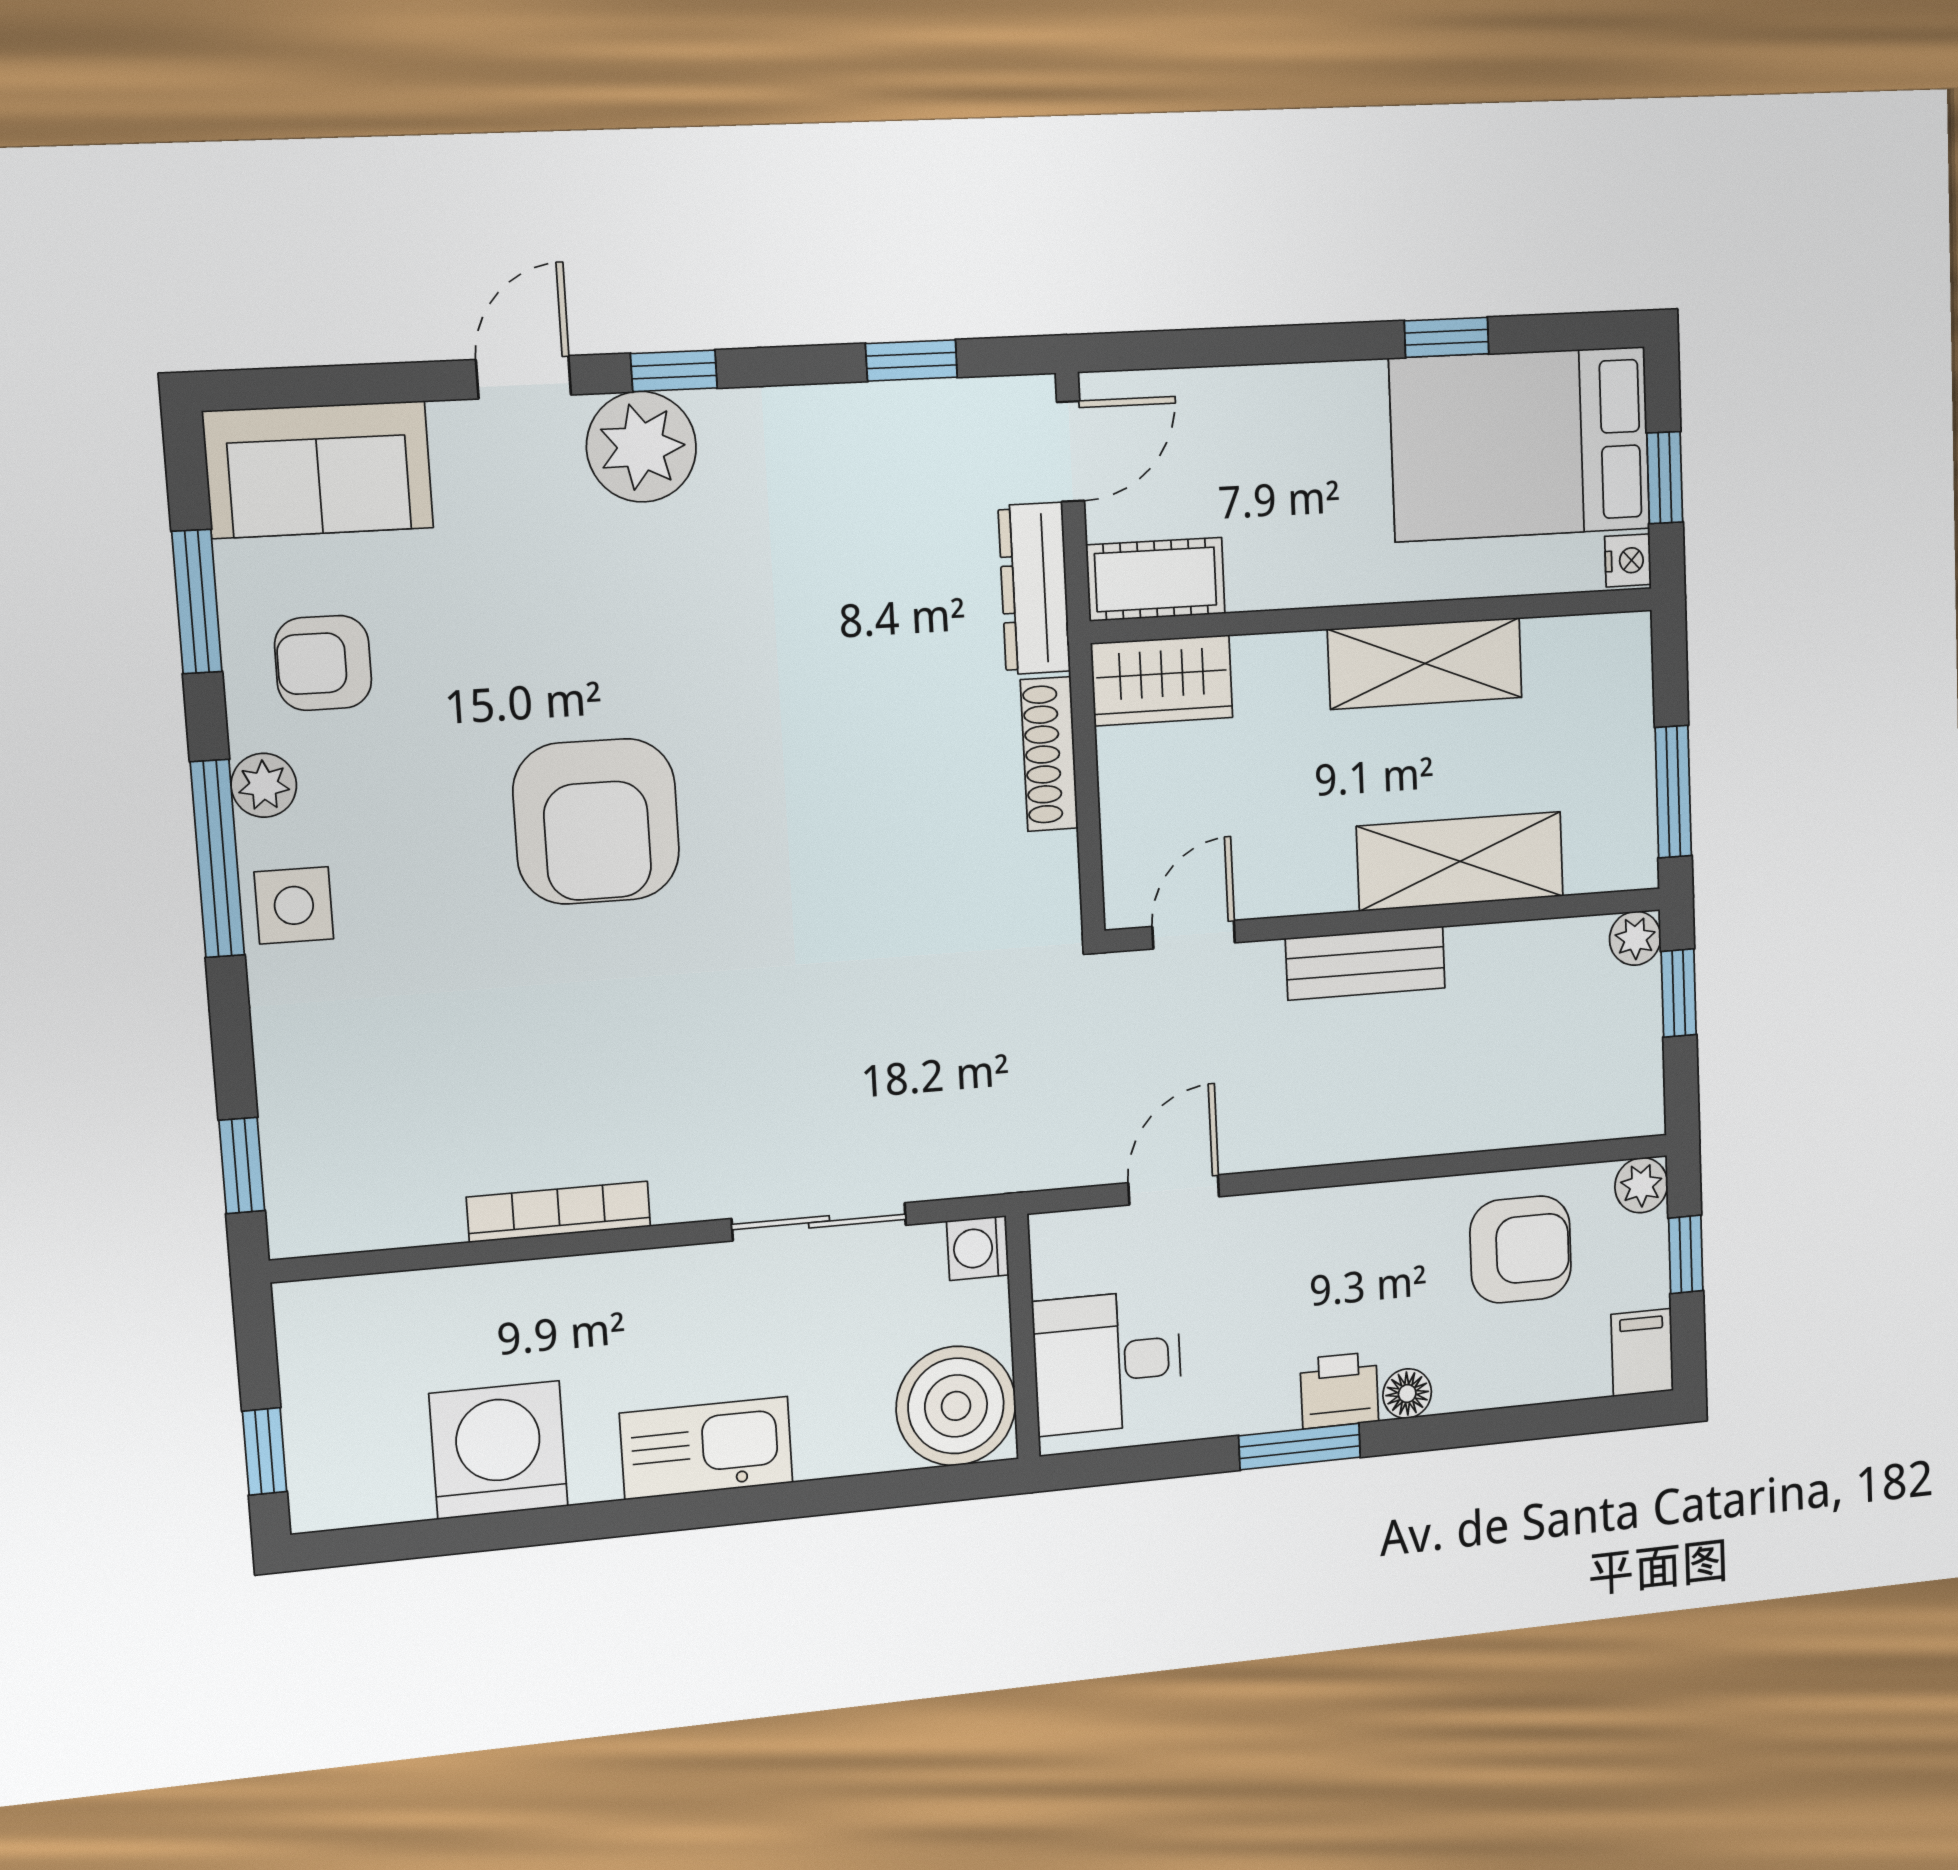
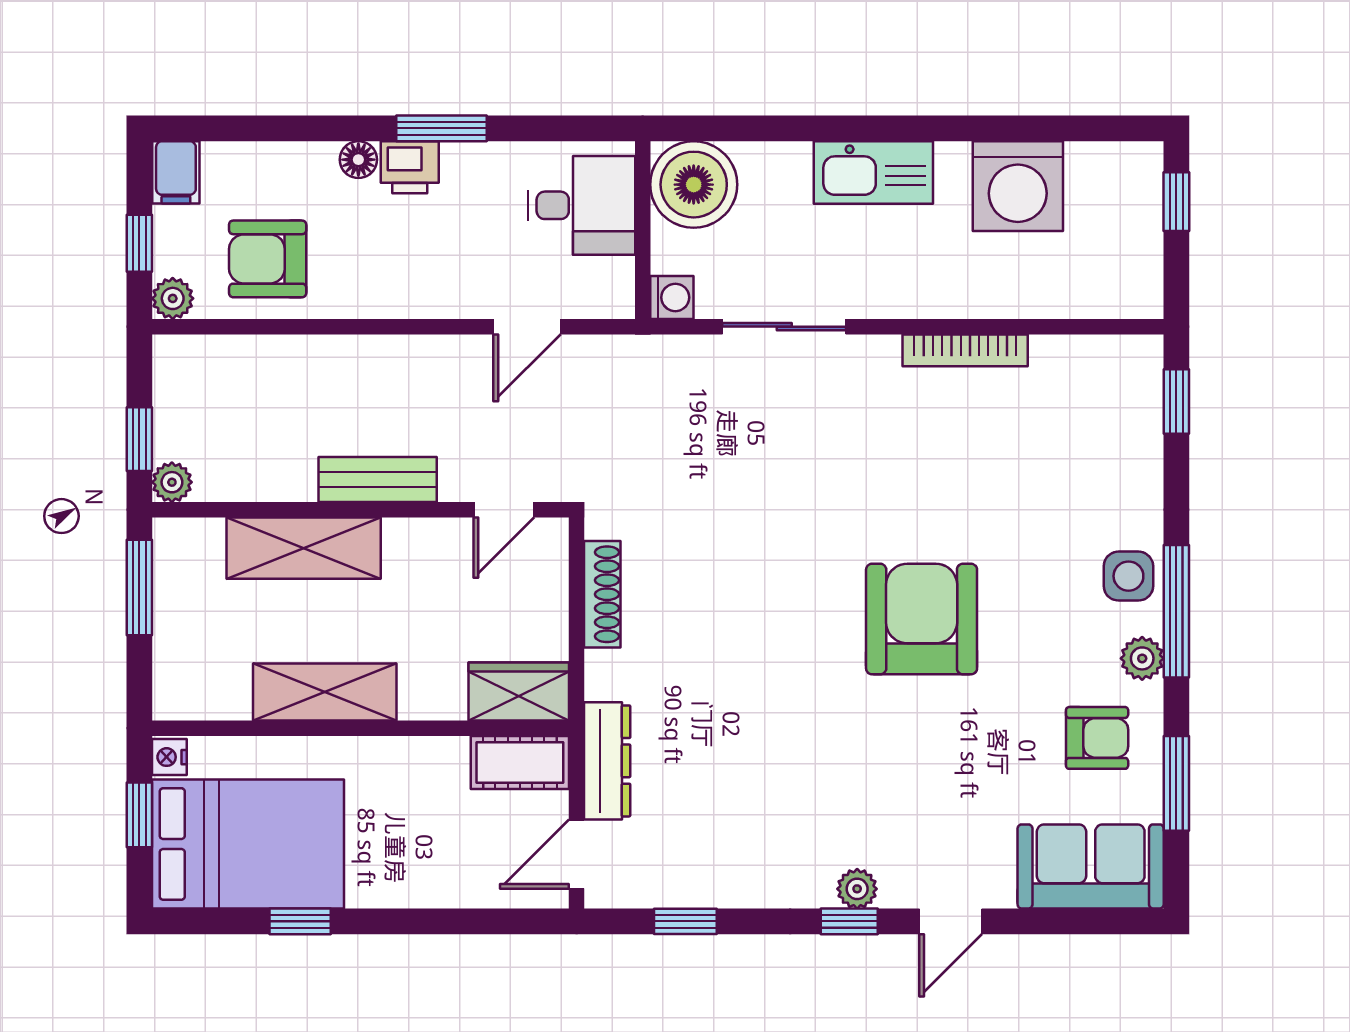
plant: (641, 447) -> (857, 889), width x0.53, depth x0.53
shoe rack: (1049, 754) -> (602, 594), moved

